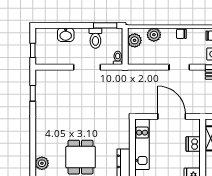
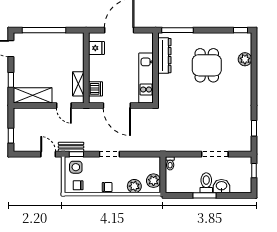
window: (105, 25) -> (205, 195), moved
toilet: (95, 38) -> (206, 183), moved
doorway: (87, 67) -> (215, 154), moved
dishwasher: (193, 144) -> (96, 89), moved

